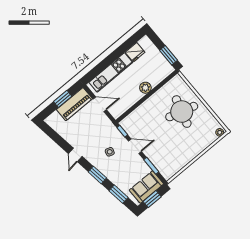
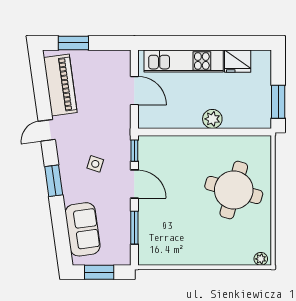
window: (63, 99) -> (73, 43), moved
piano: (74, 104) -> (60, 85), moved, turned -98
sofa: (146, 187) -> (83, 229), moved, turned 82
window: (118, 194) -> (60, 229), removed

